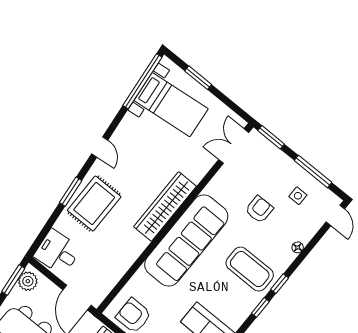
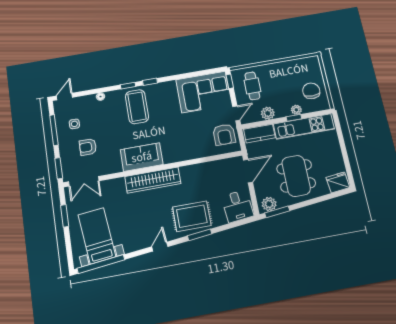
window: (198, 78) -> (65, 216), moved
armchair: (259, 209) -> (88, 147), moved
sofa: (186, 241) -> (142, 157), width x0.54, depth x0.79

